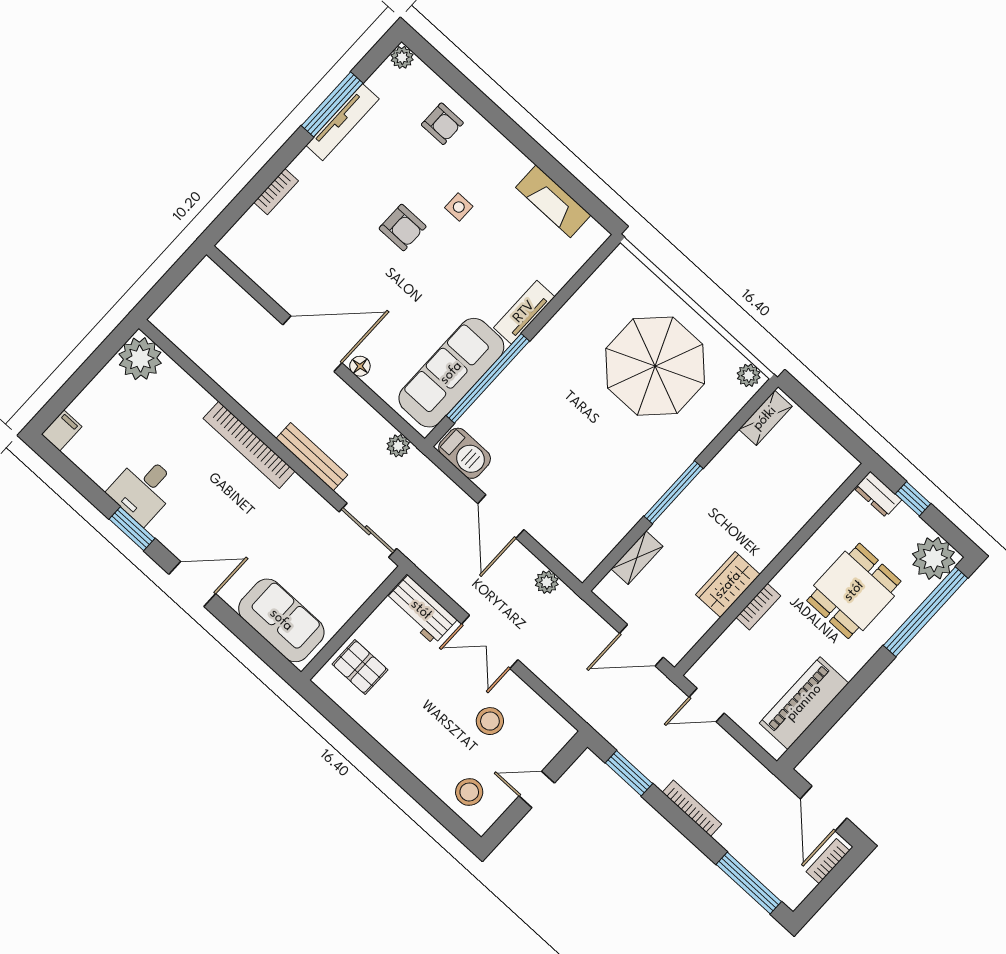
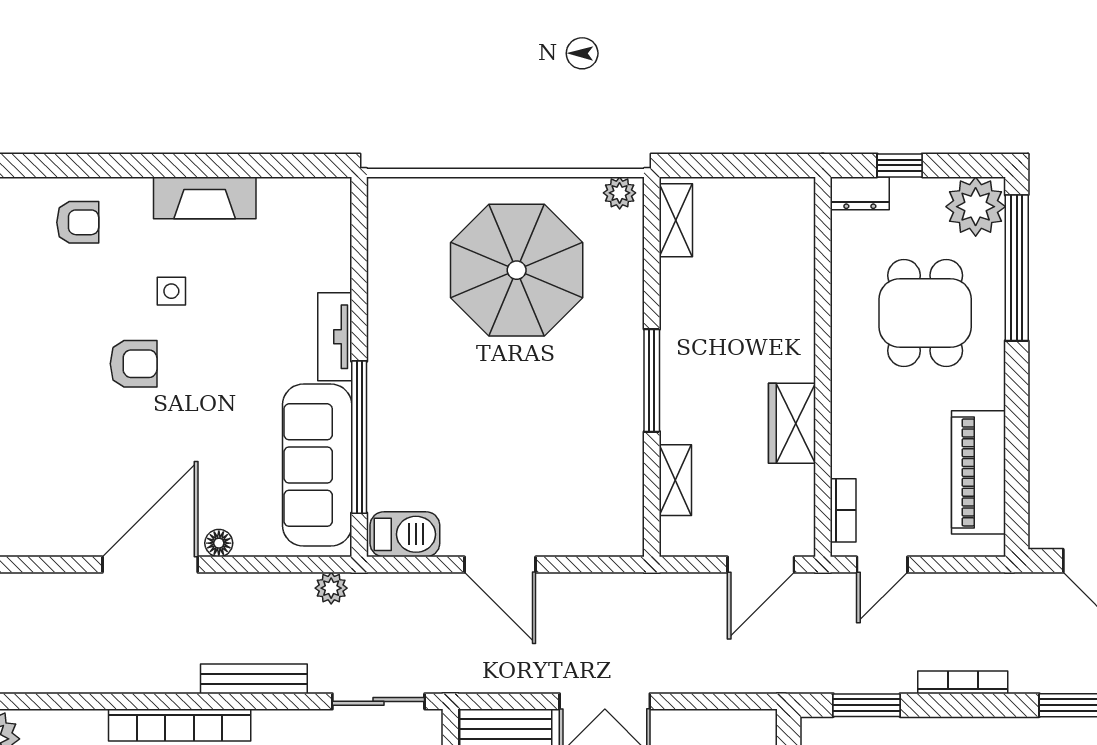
fireplace: (553, 201) -> (205, 198), moved
plant: (547, 582) -> (607, 588), removed
bookcase: (758, 607) -> (843, 510), moved

